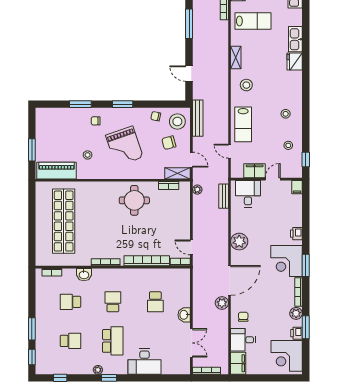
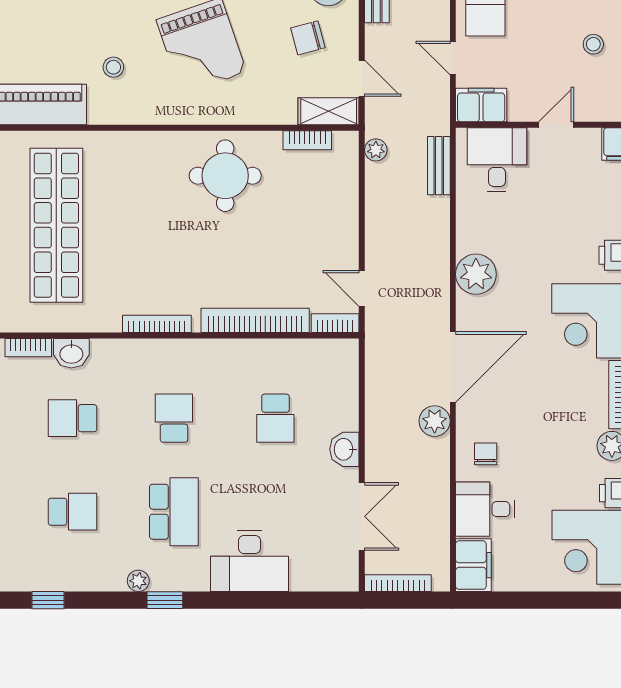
filing cabinet: (255, 171) -> (481, 105), moved
washbasin: (84, 275) -> (71, 353), moved

